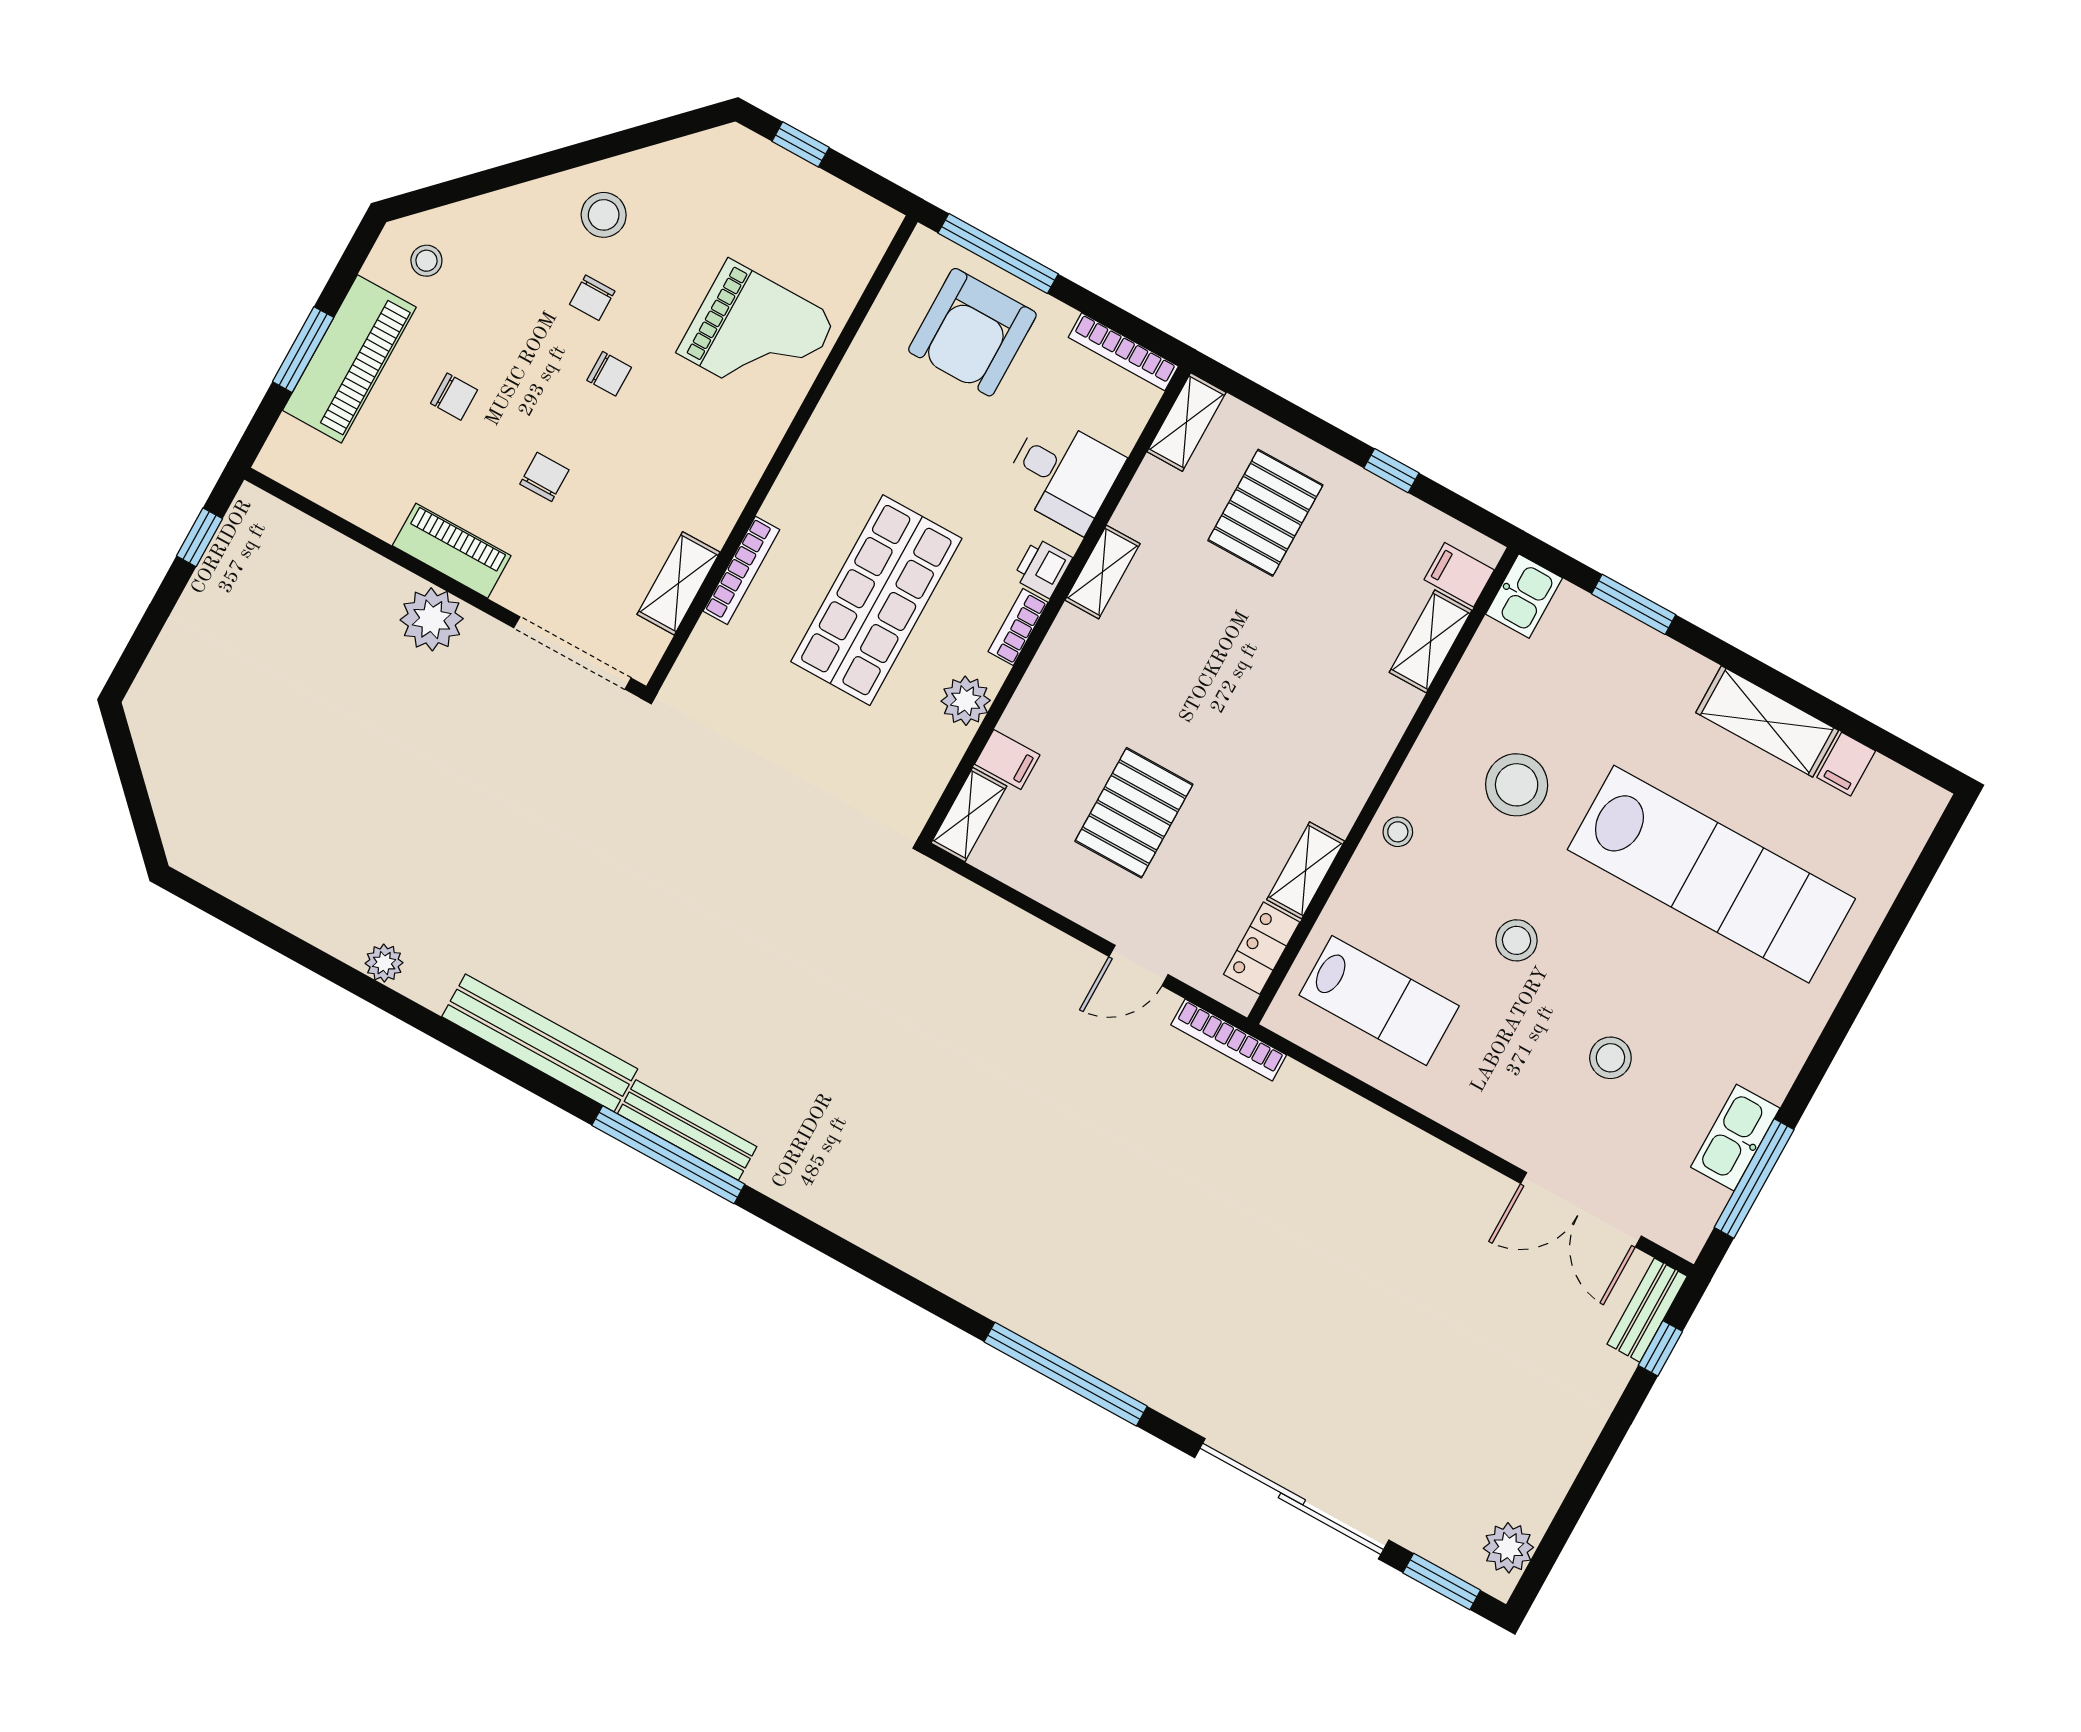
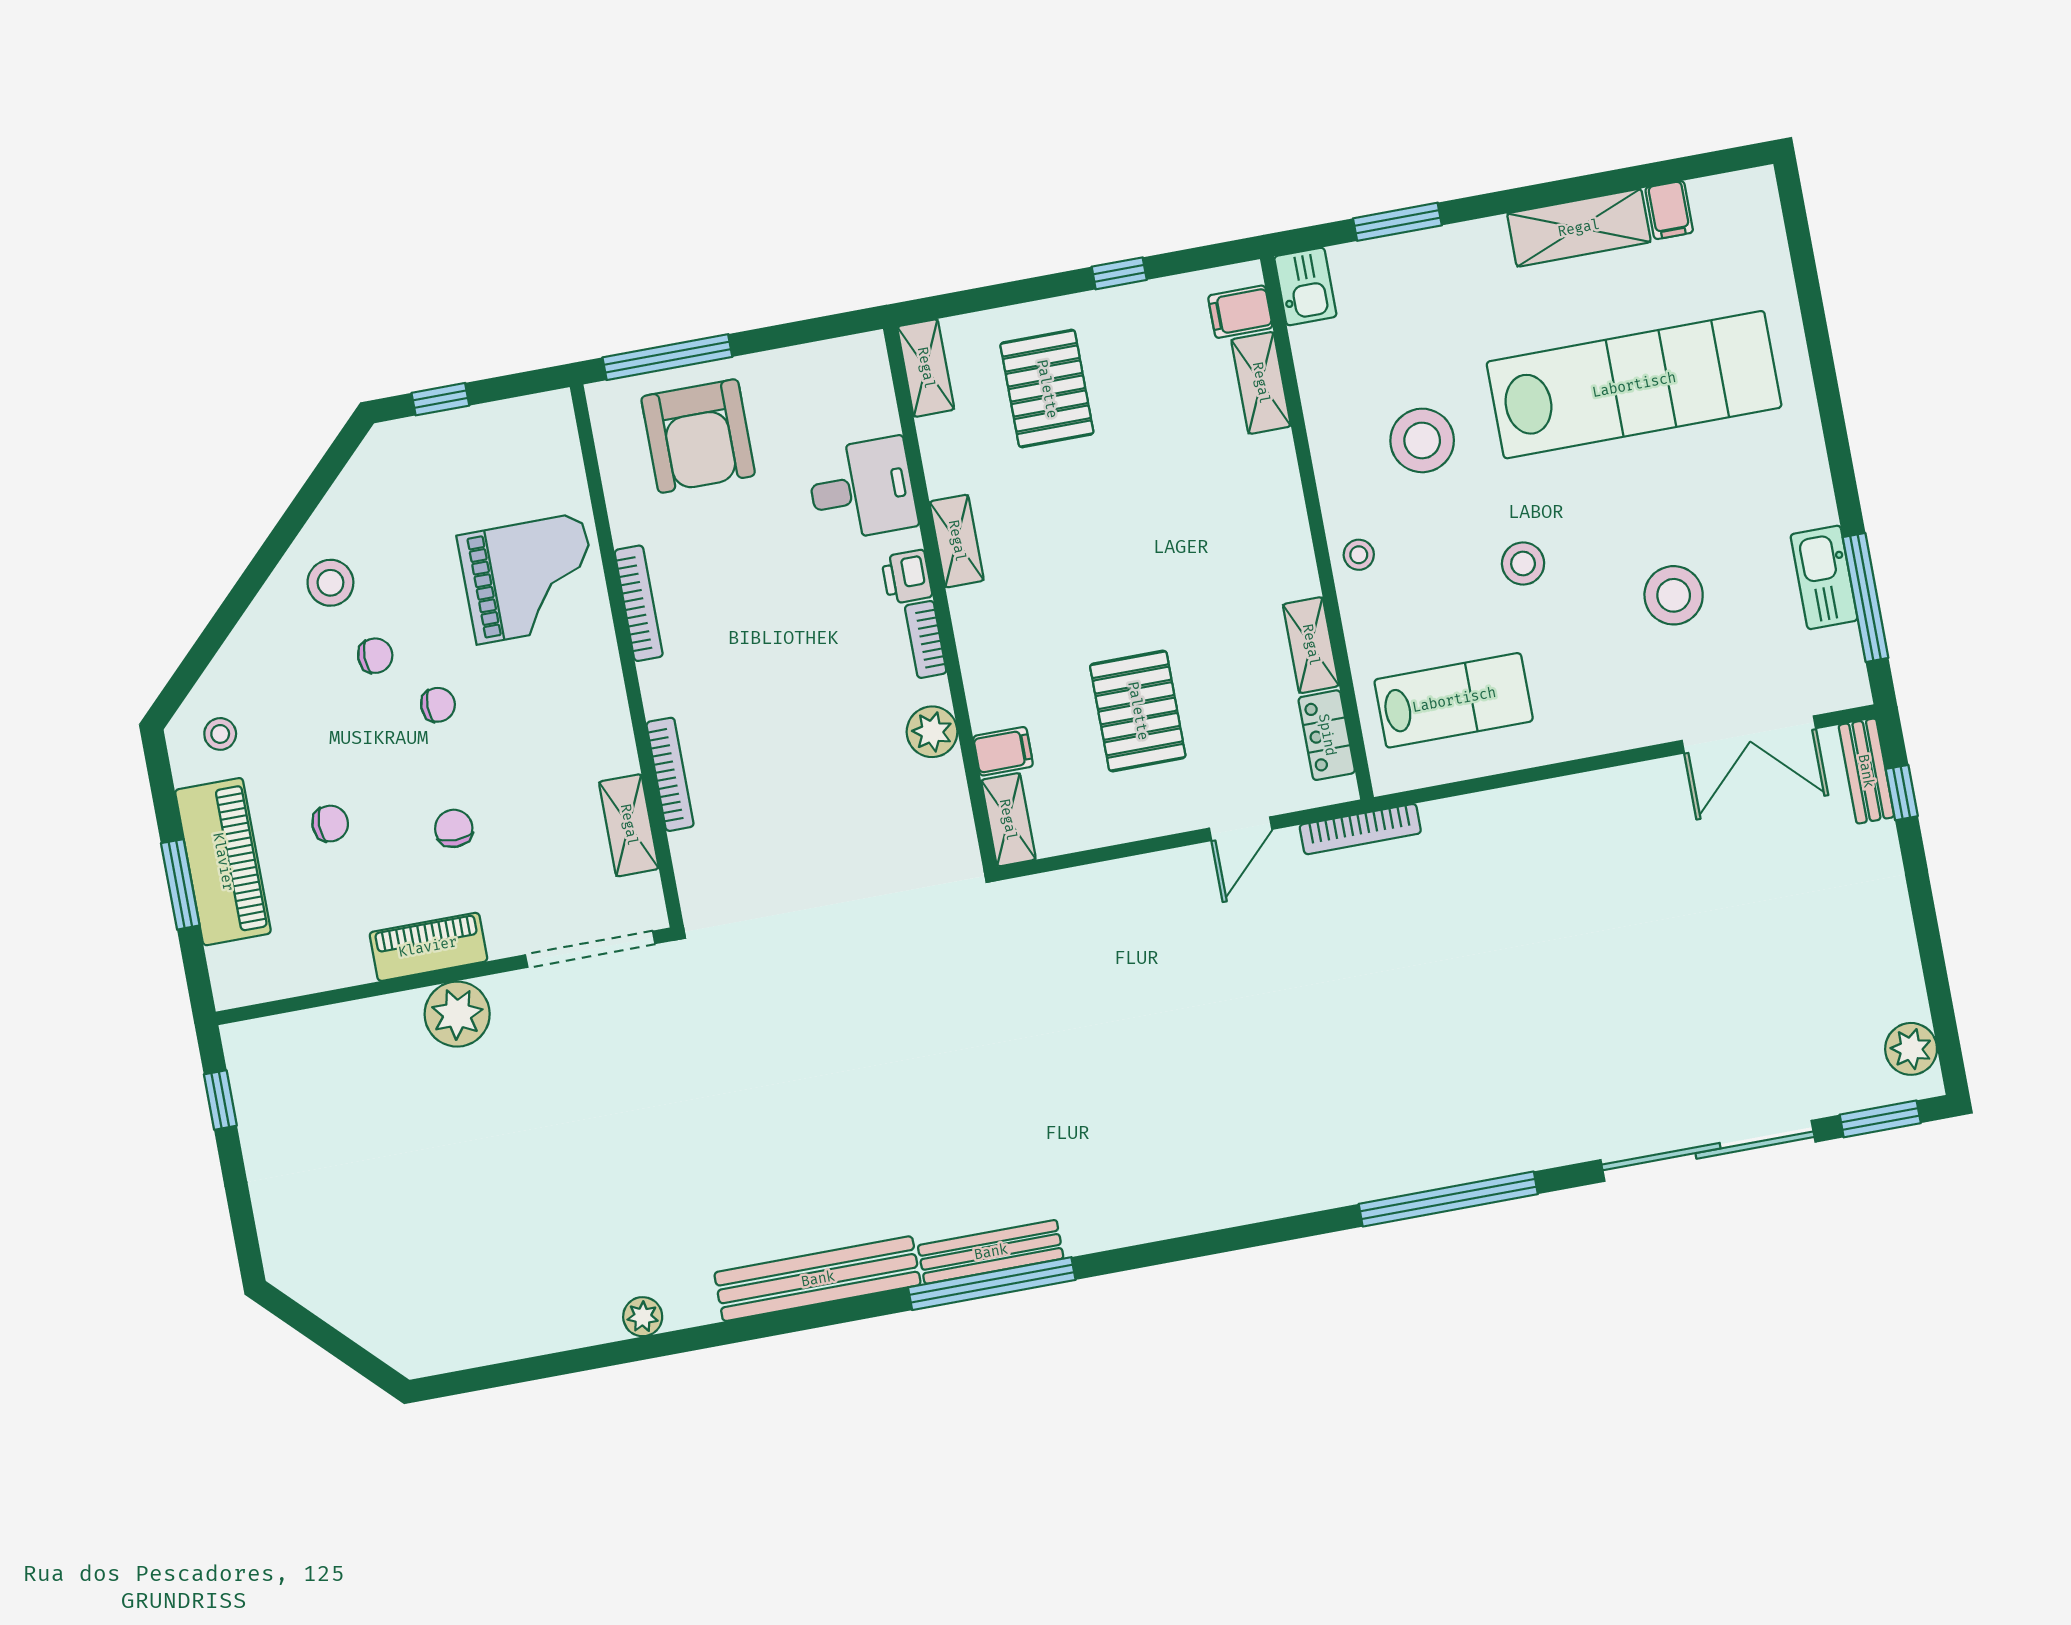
chair: (592, 298) -> (375, 656), turned -90
bookcase: (1123, 352) -> (639, 603), moved, turned -90
shop shelf: (876, 600) -> (796, 710), removed
stool: (1610, 1058) -> (1674, 595), width x1.38, depth x1.38

